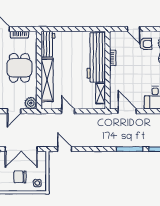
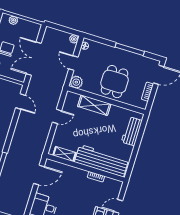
workbench: (48, 44) -> (132, 131), moved, turned 90
dining table: (19, 68) -> (115, 82), turned 90
shelving: (47, 80) -> (94, 105), width x0.68
door: (65, 149) -> (20, 101), hinge flipped

